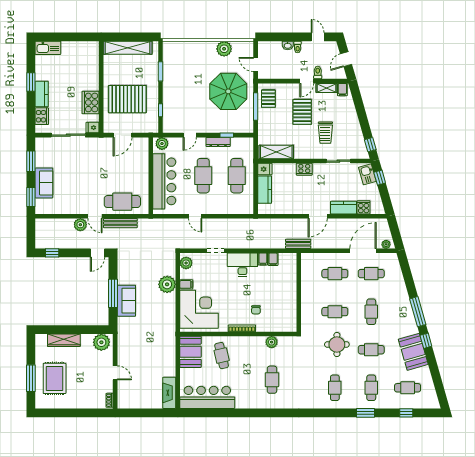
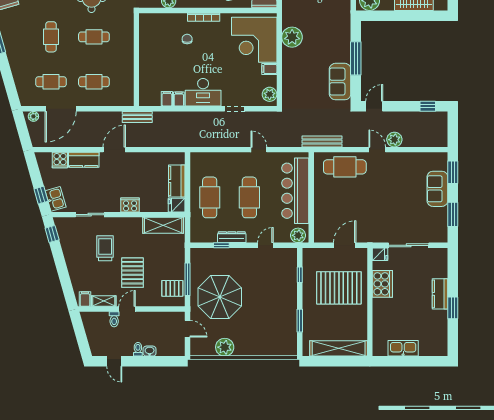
kitchen sink: (48, 48) -> (403, 348), moved
door: (346, 59) -> (81, 335), removed
pallet: (268, 99) -> (172, 288), turned 90
cooker: (42, 116) -> (440, 268), removed
bench: (120, 223) -> (322, 141), moved
plant: (167, 284) -> (292, 37), moved
sofa: (126, 301) -> (340, 82), moved

